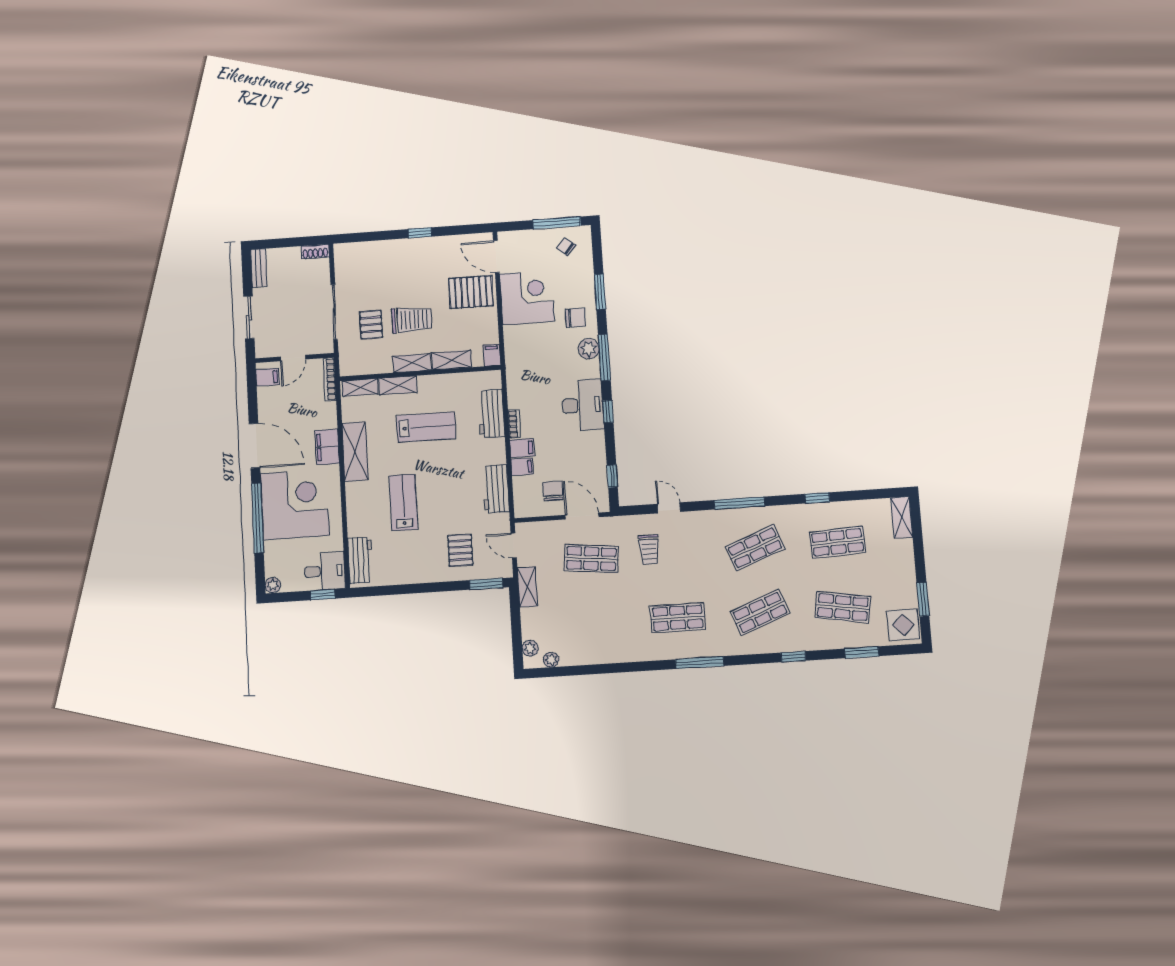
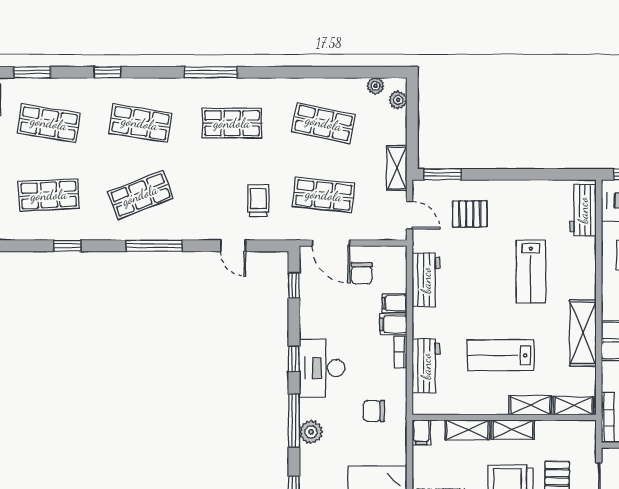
chair: (575, 318) -> (374, 411), moved
pallet: (460, 550) -> (470, 214), turned 90
shop shelf: (760, 612) -> (140, 123), turned 30
shop shelf: (595, 623) -> (324, 123), added

